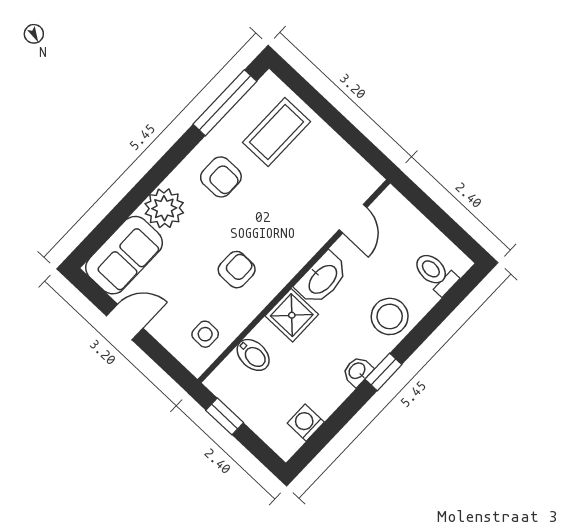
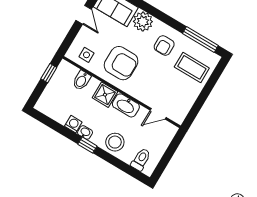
armchair: (237, 270) -> (121, 63), width x1.88, depth x1.88
washing machine: (306, 423) -> (73, 124), moved

